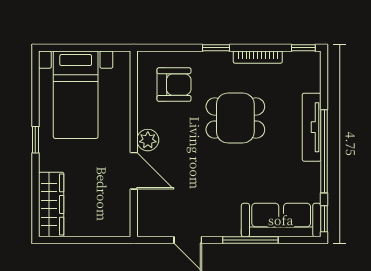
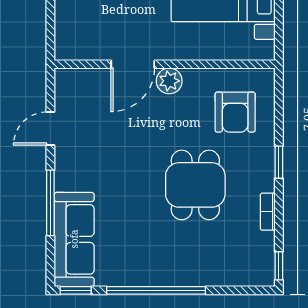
bookcase: (258, 57) -> (268, 212), width x0.64
tv unit: (312, 127) -> (184, 276), removed

